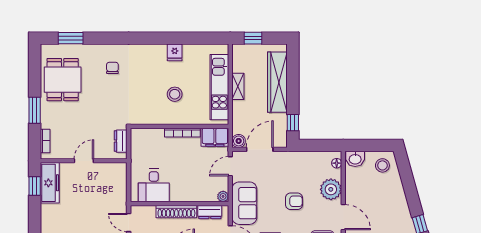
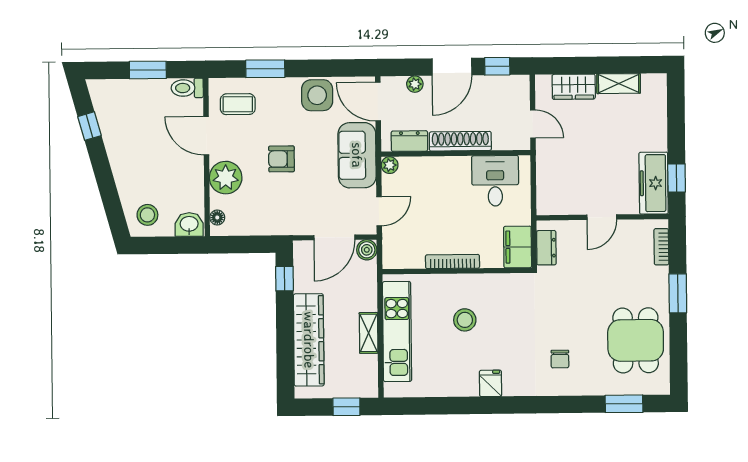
fridge: (175, 52) -> (490, 383), moved
filing cabinet: (215, 137) -> (518, 247), moved, turned -90

